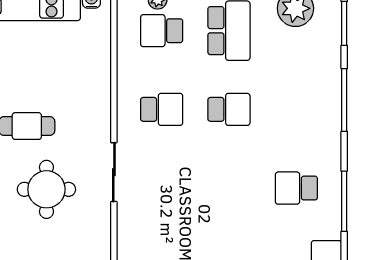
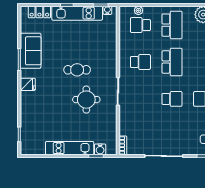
school desk: (229, 109) -> (172, 62), width x1.85
school desk: (229, 188) -> (172, 99), added

